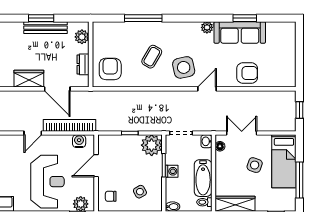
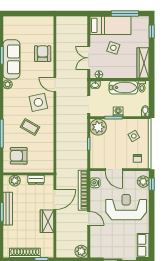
armchair: (110, 69) -> (19, 156), moved
window: (299, 110) -> (71, 13), removed

